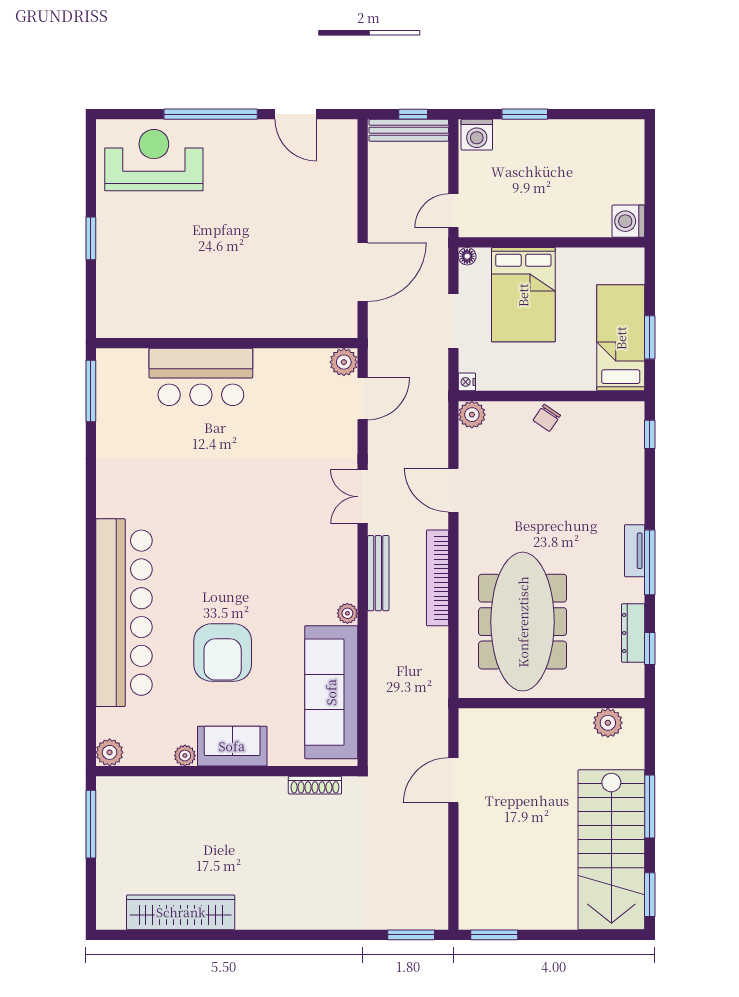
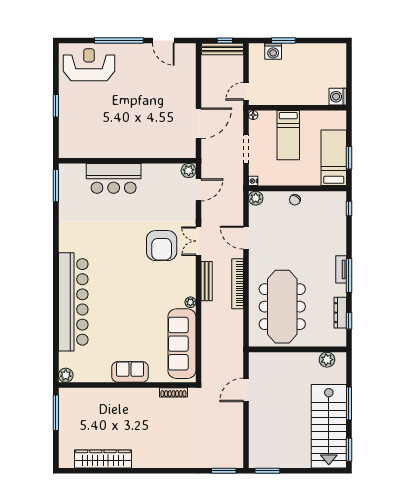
washing machine: (477, 135) -> (273, 51), moved
bed: (523, 295) -> (288, 135), width x0.67
armchair: (223, 653) -> (162, 246), moved
plant: (185, 756) -> (105, 377), removed

